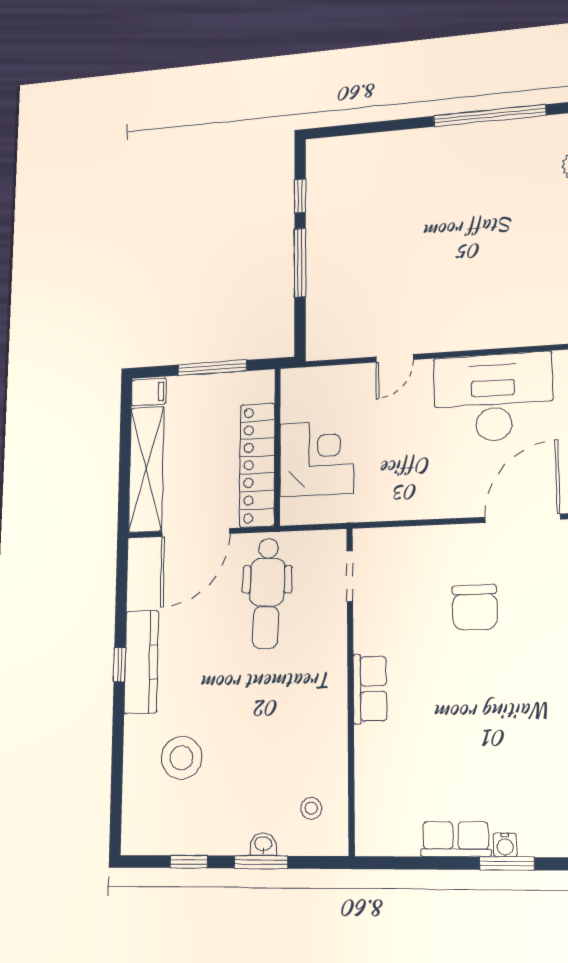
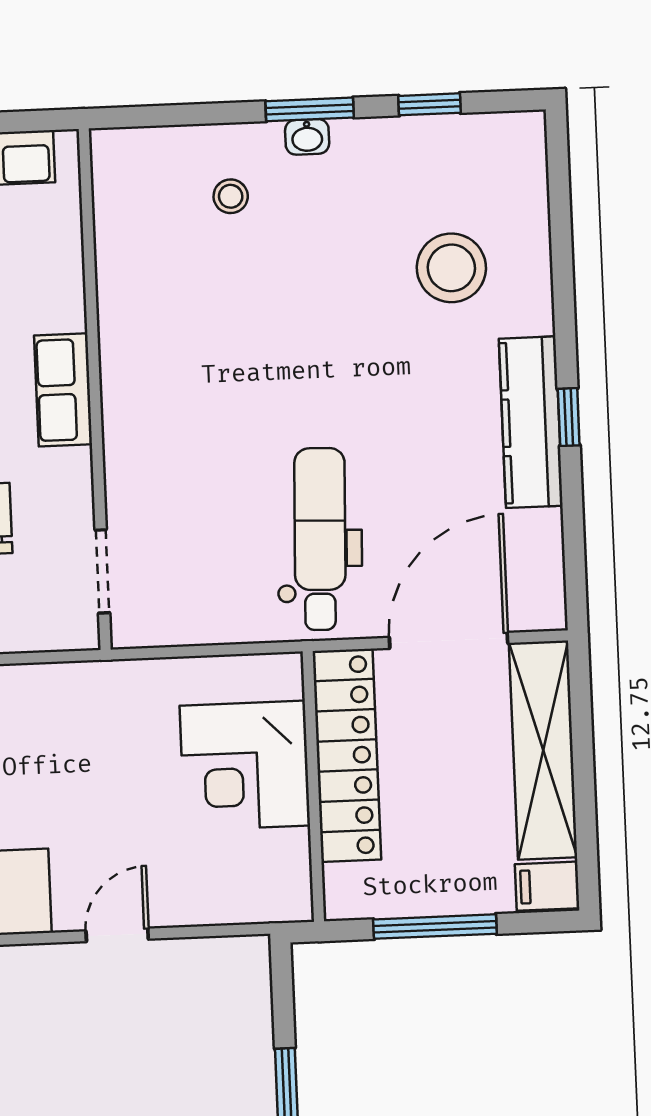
doorway: (350, 576) -> (102, 571), moved
wall: (351, 689) -> (95, 389), moved
row of seats: (370, 689) -> (63, 390), moved

